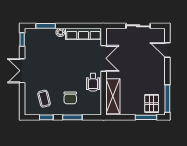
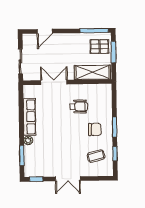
double door: (104, 58) -> (54, 82), moved
wall: (104, 72) -> (67, 82), moved
shelving: (113, 96) -> (92, 72), moved

